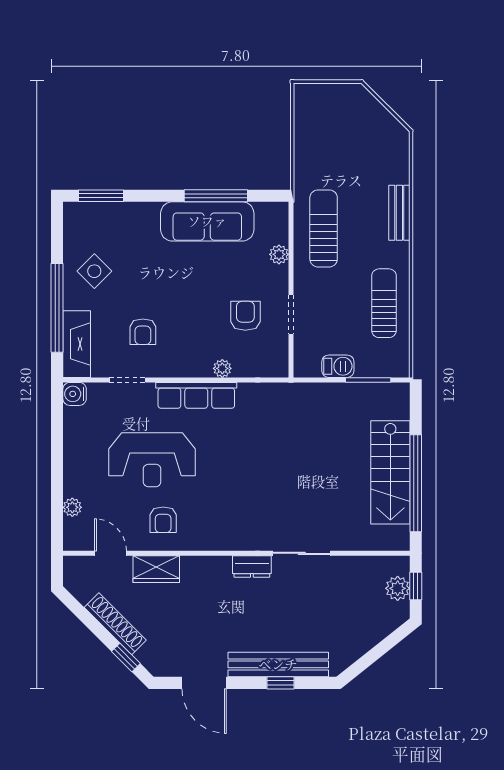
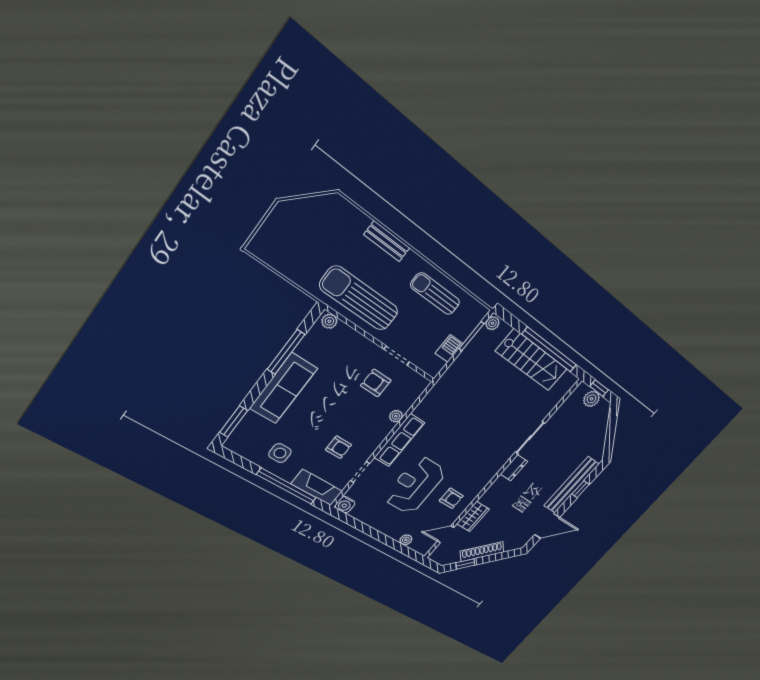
sofa: (207, 221) -> (283, 388), moved
sun lounger: (324, 228) -> (359, 298), width x1.36, depth x1.34
plant: (279, 254) -> (329, 321), moved
side table: (94, 271) -> (280, 453), turned 45
plant: (398, 392) -> (492, 323), added
reception desk: (152, 460) -> (415, 485), turned 180
window: (126, 657) -> (465, 564), moved

